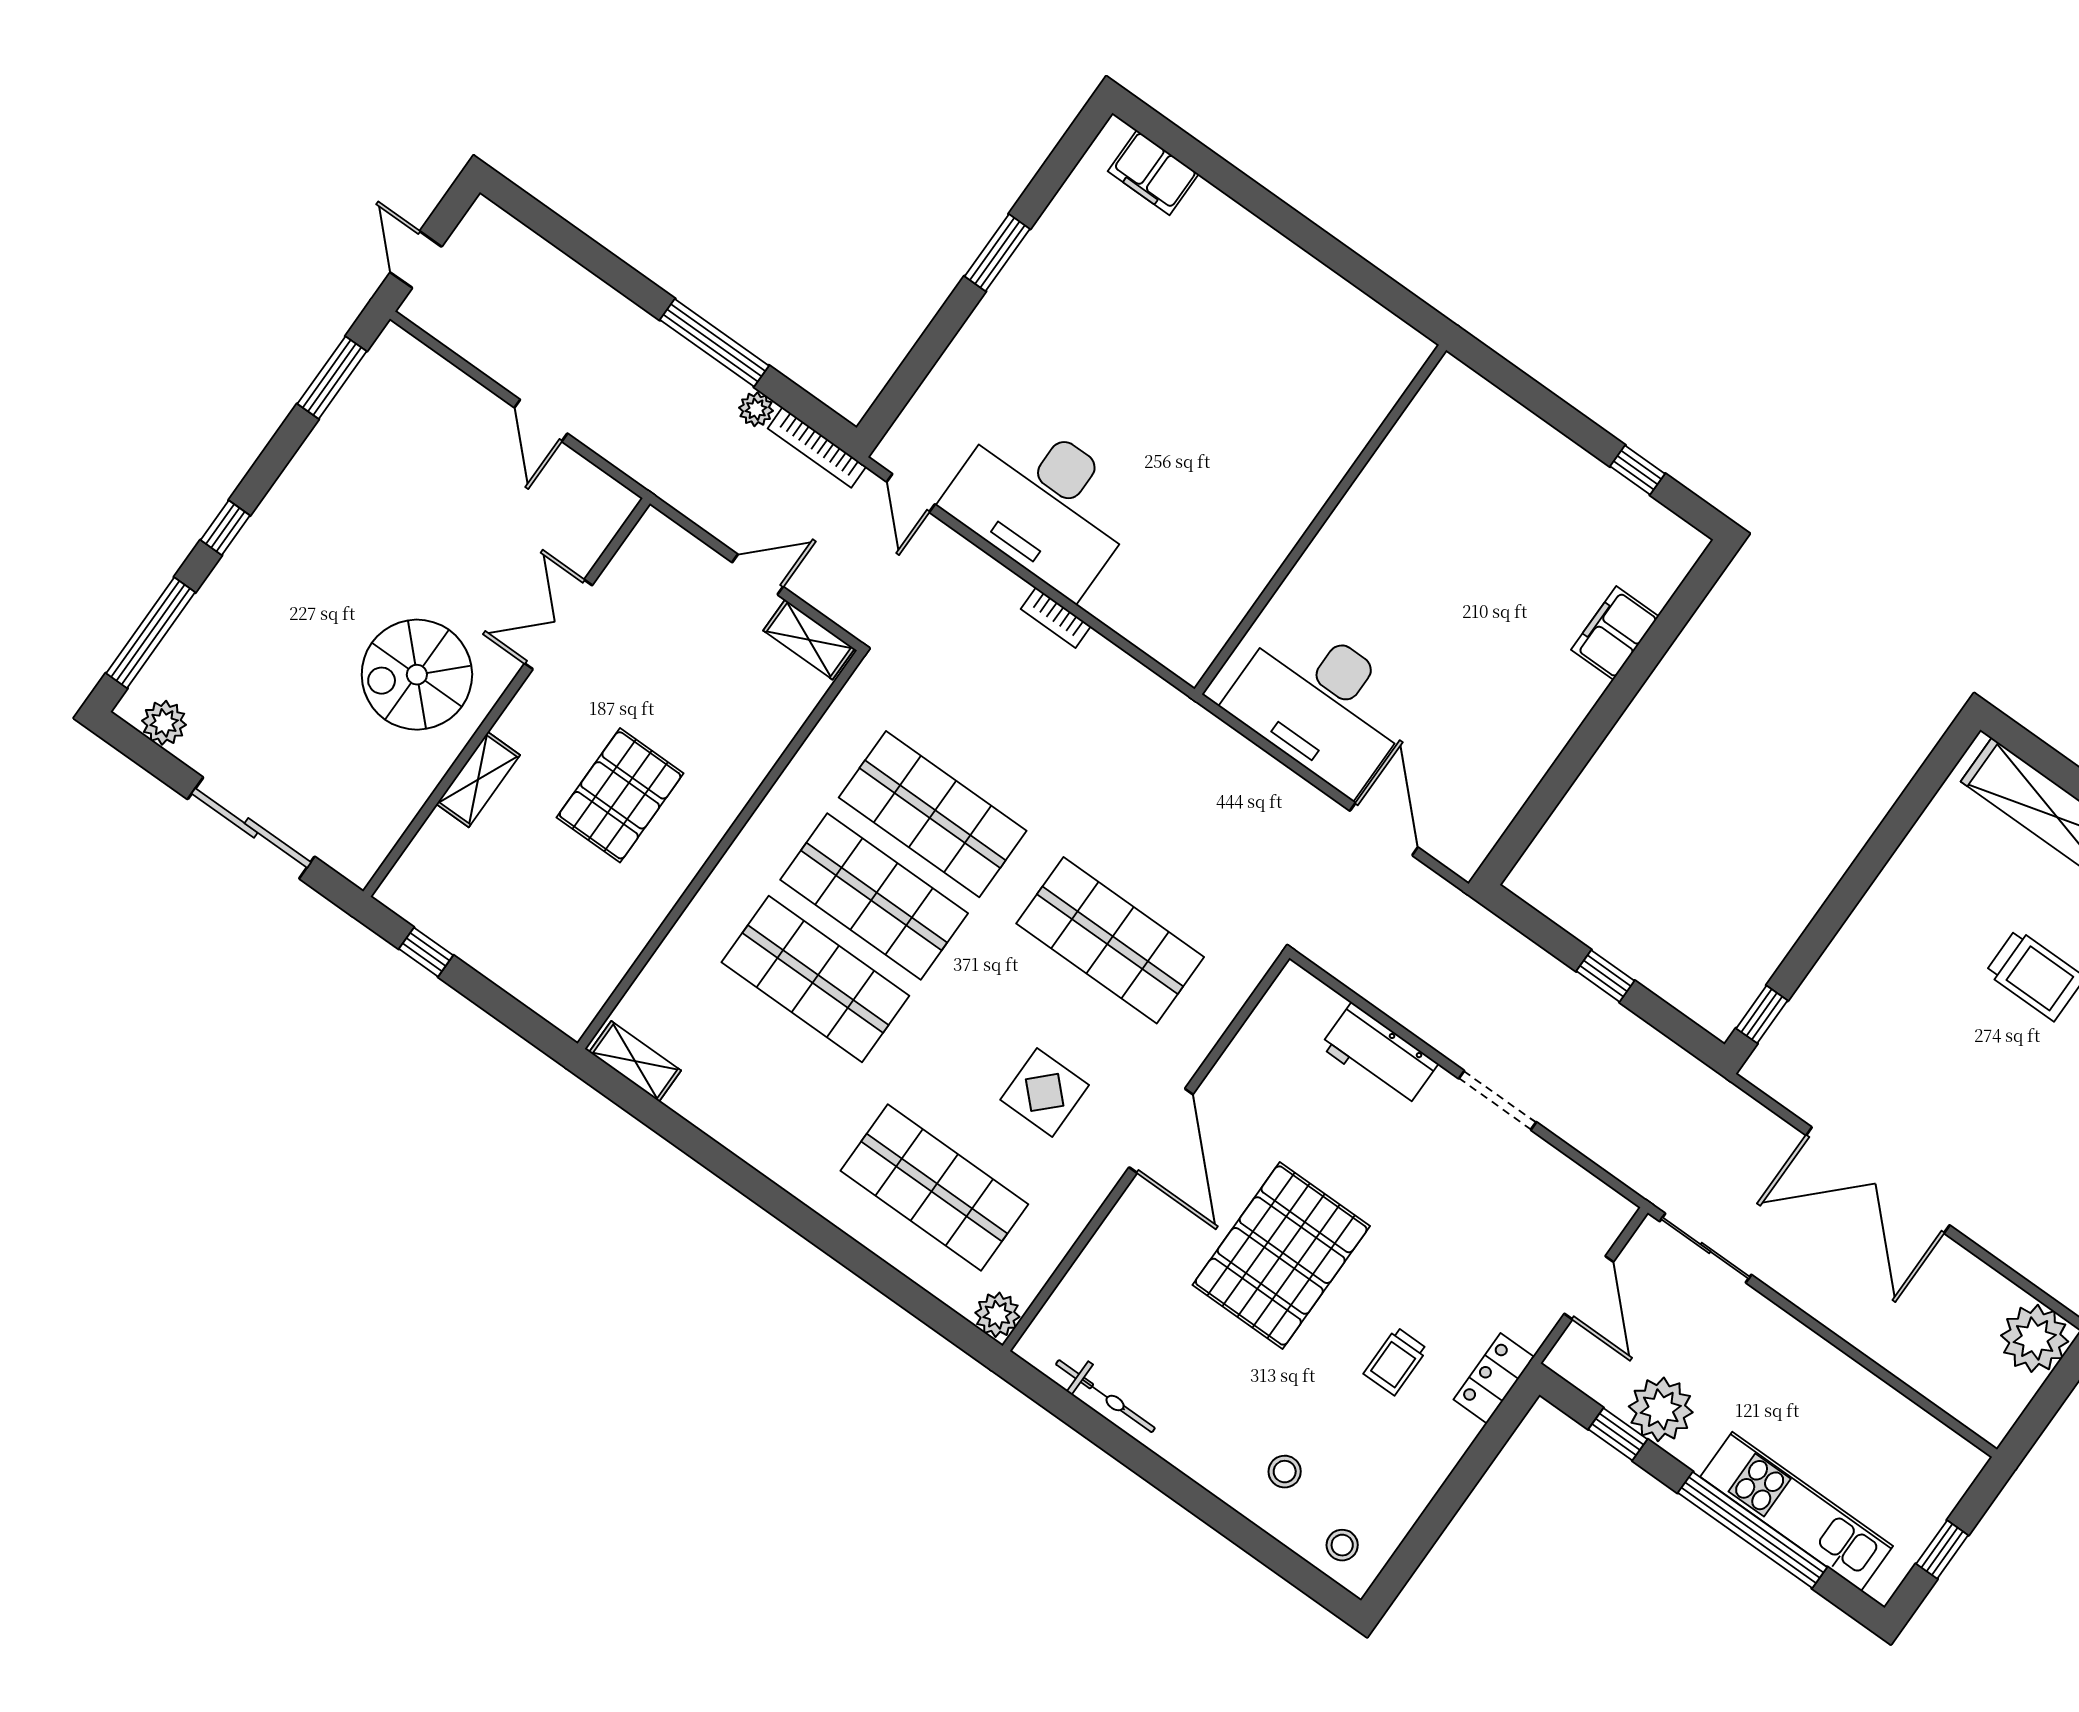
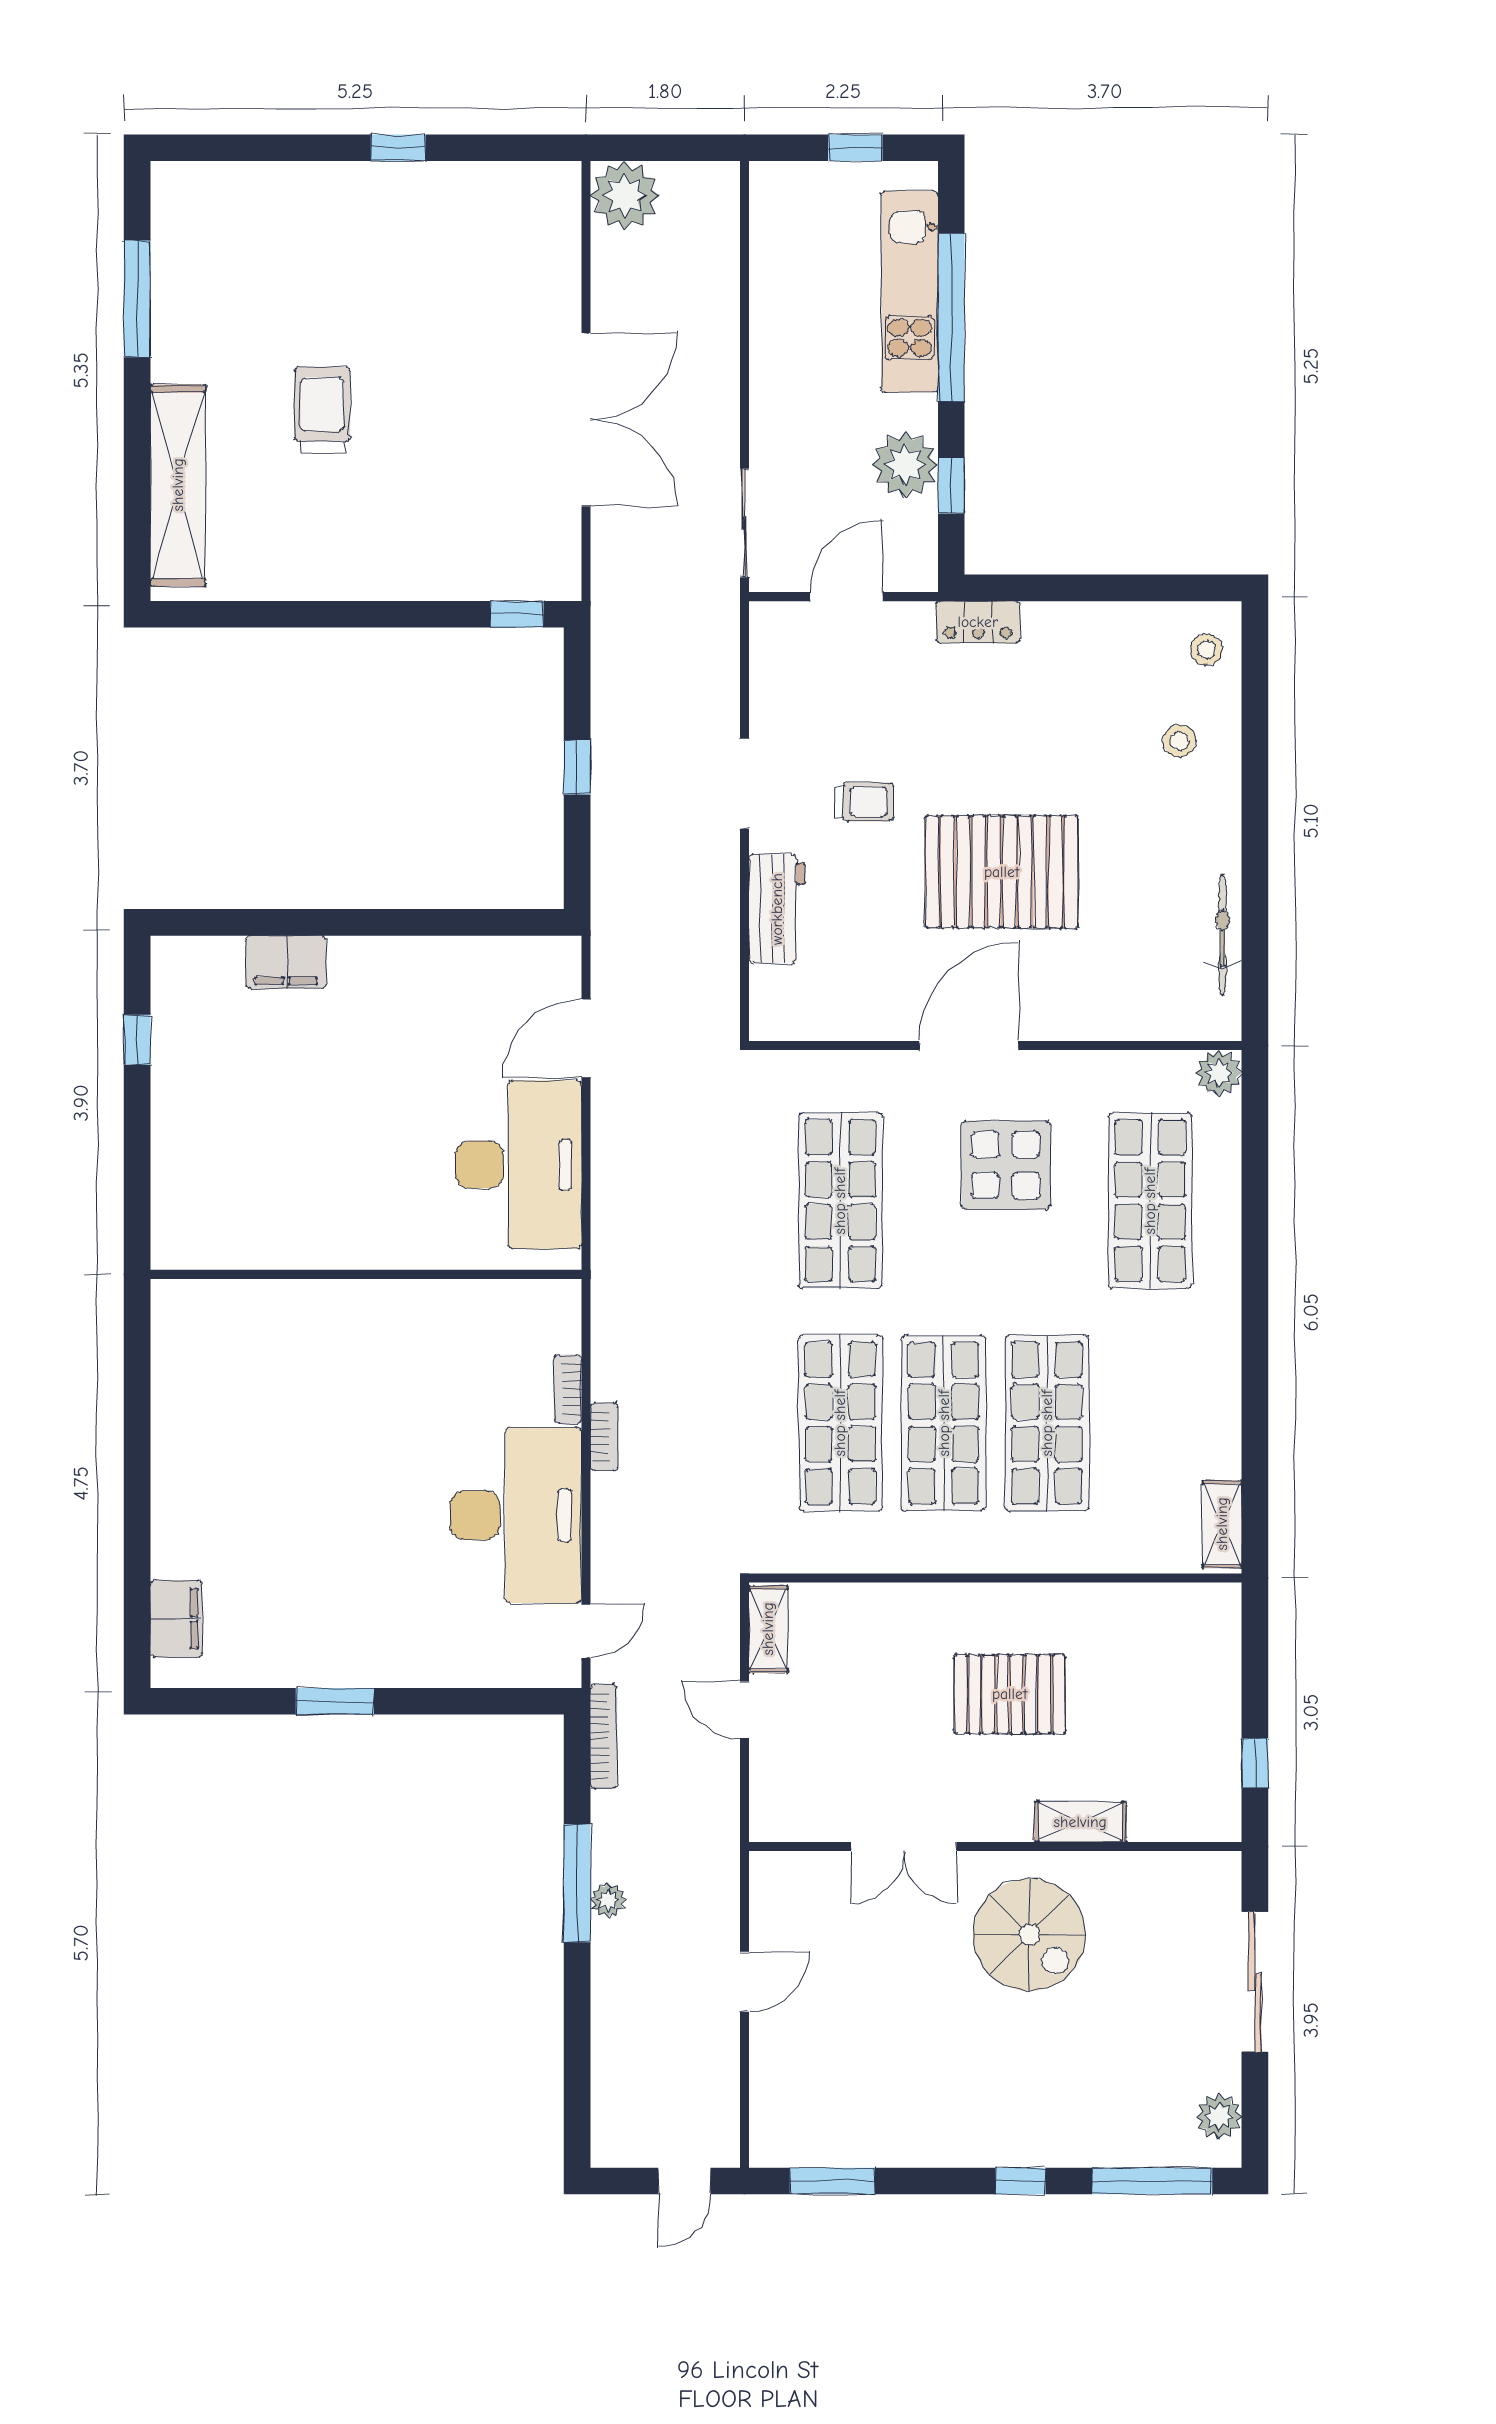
plant: (756, 409) -> (608, 1900), moved
bookcase: (1114, 616) -> (568, 1389), added
display table: (1045, 1092) -> (1006, 1165), width x1.36, depth x1.36
trolley: (1396, 1361) -> (864, 802), moved

